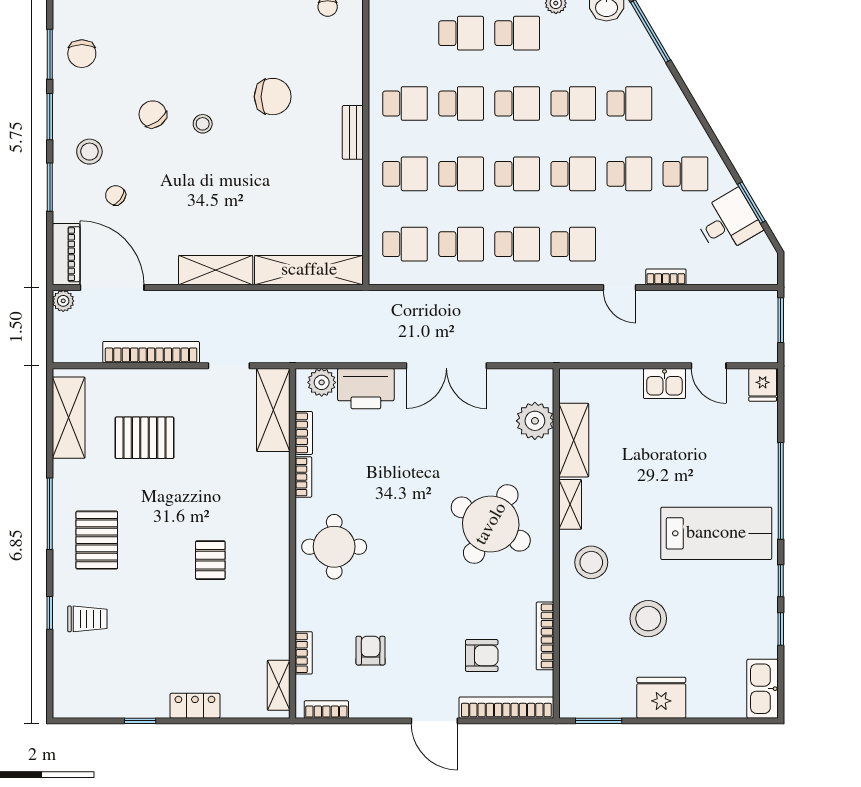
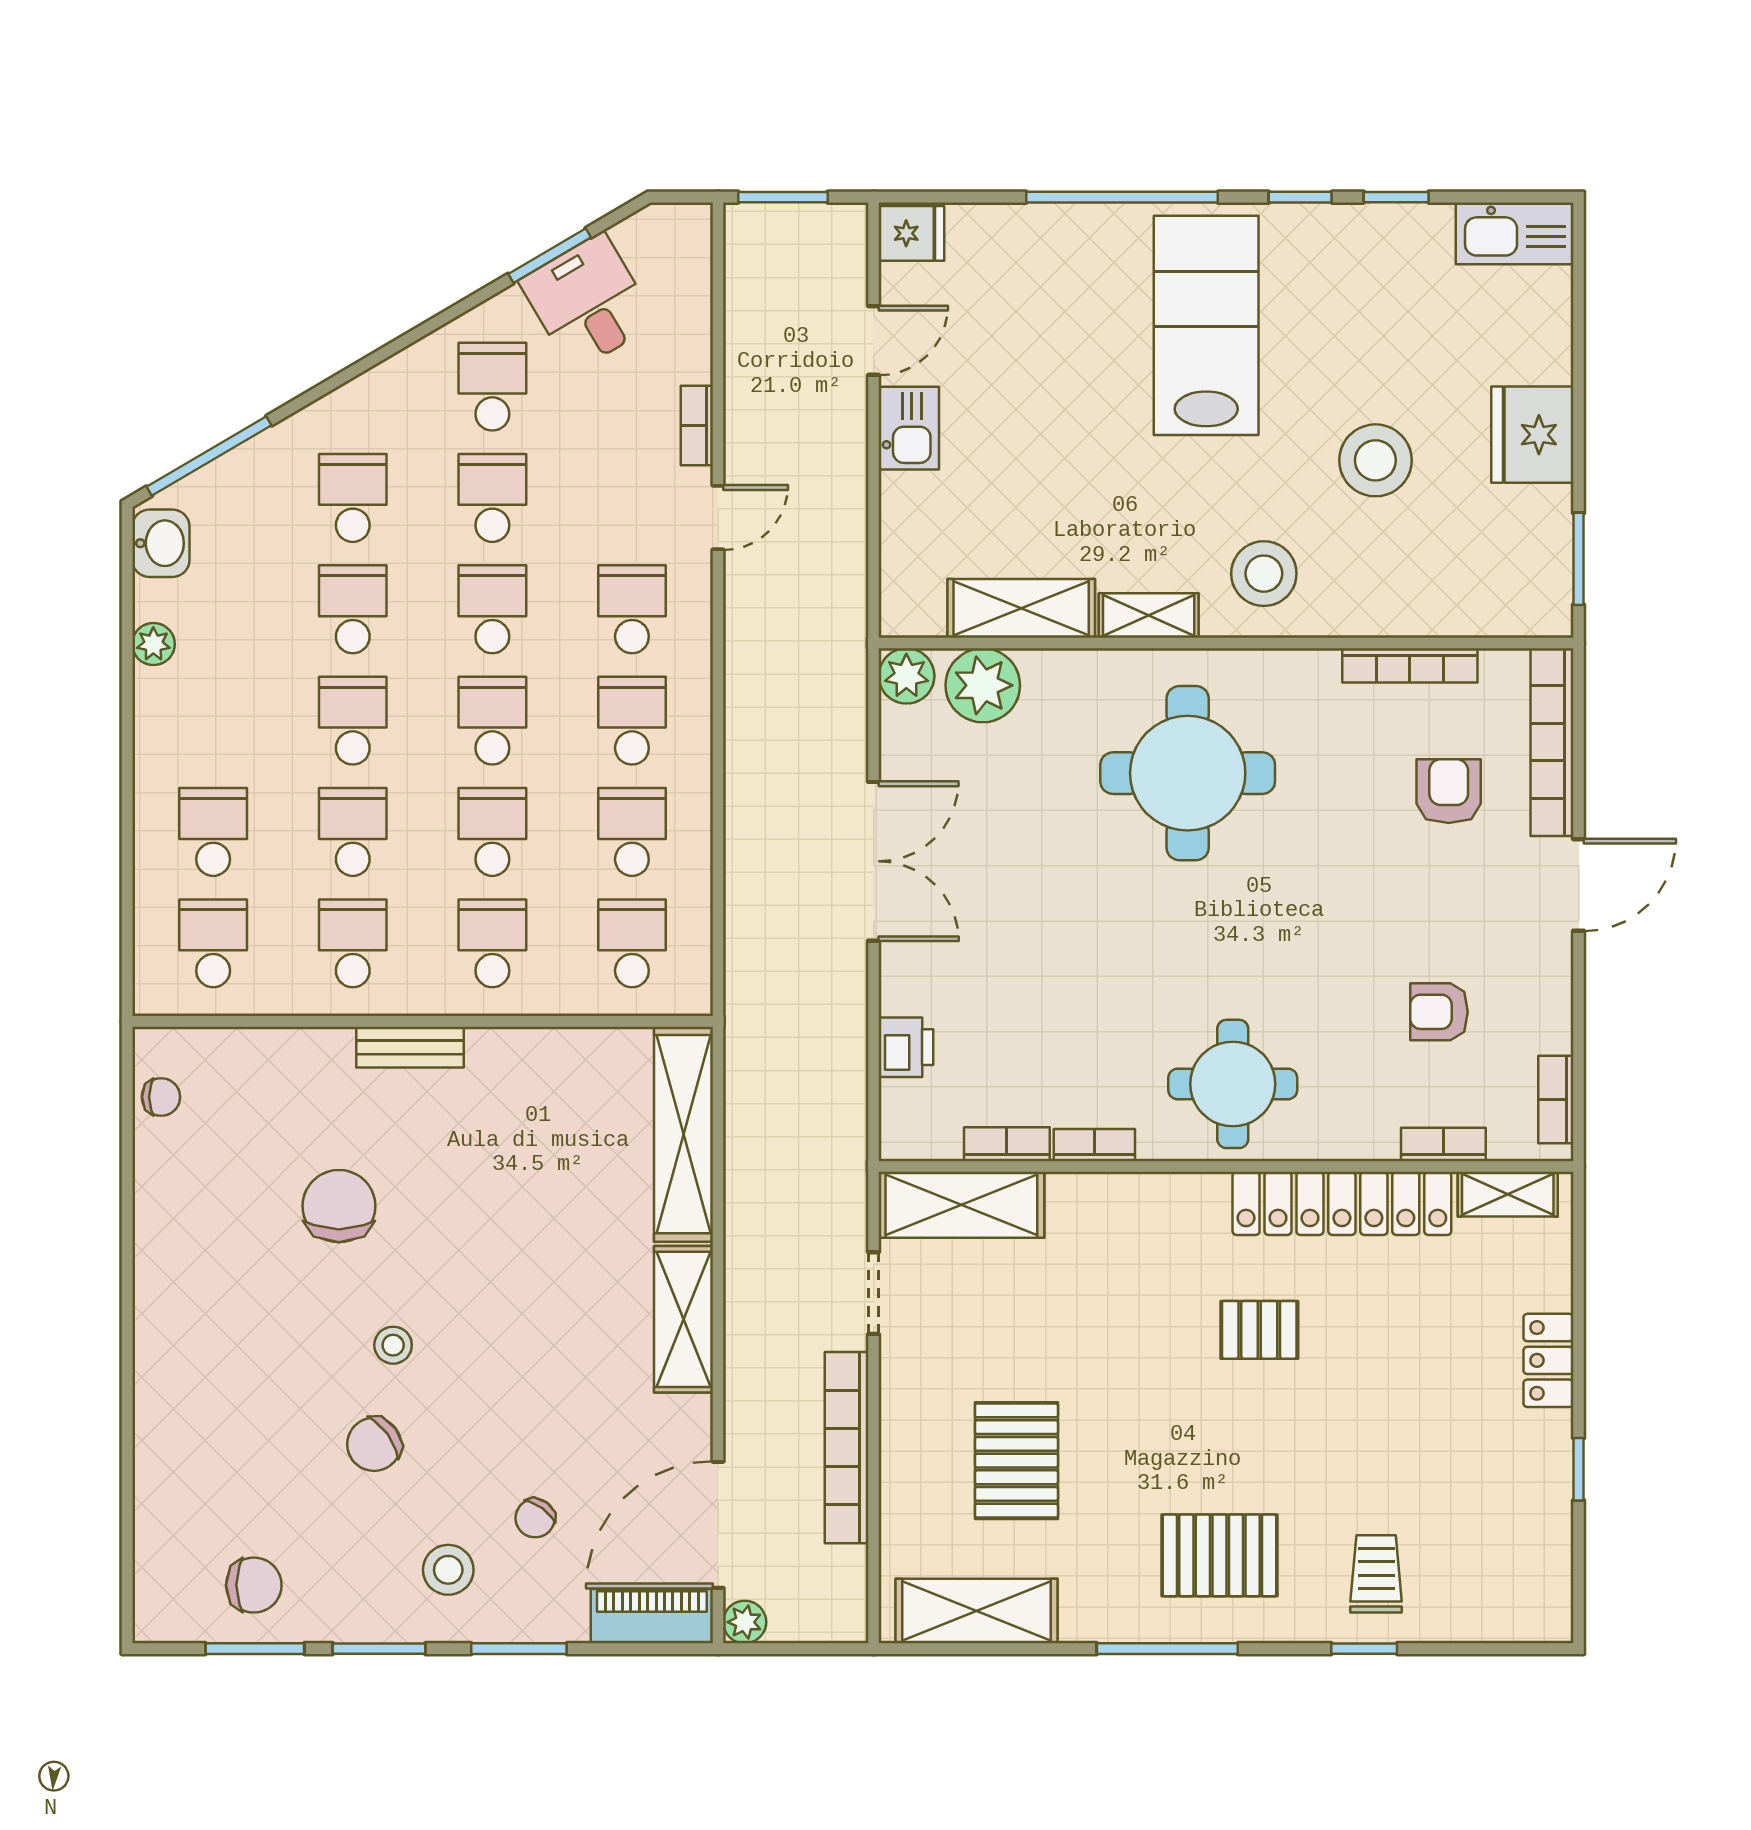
school desk: (517, 33) -> (213, 943), moved
plant: (322, 382) -> (906, 676), moved
printer: (366, 389) -> (906, 1047), width x0.53, depth x0.68
round table: (491, 524) -> (1188, 773), turned -30
locker: (274, 602) -> (1342, 1203), added

